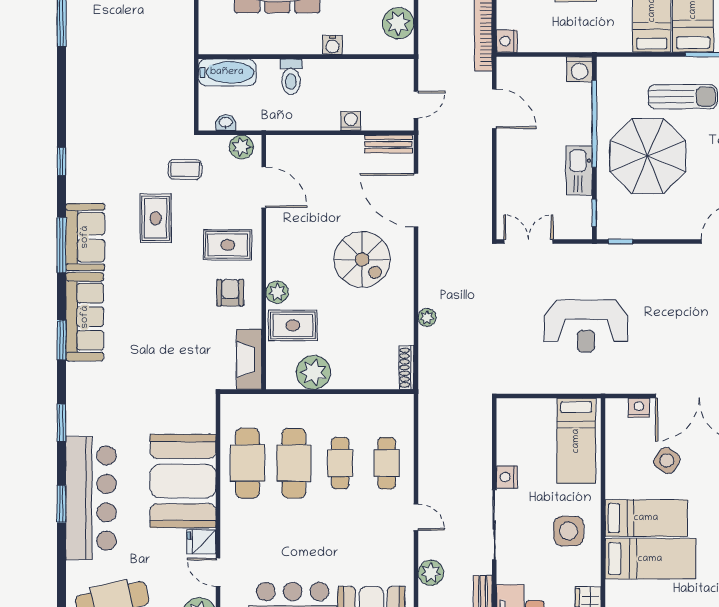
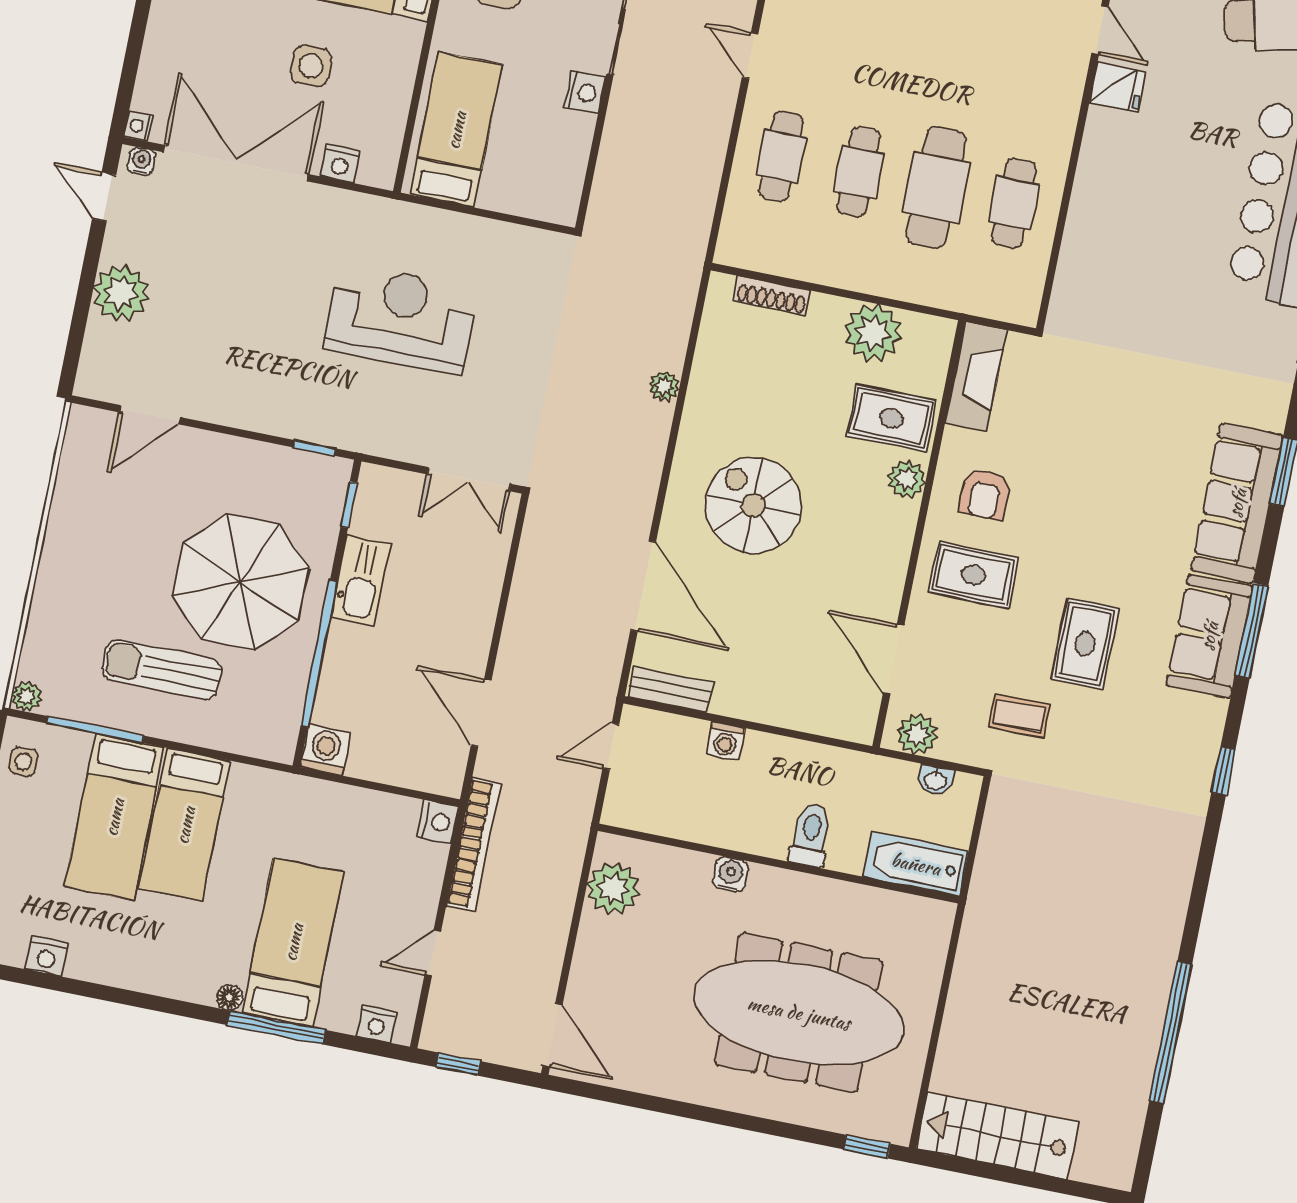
shoe rack: (406, 368) -> (772, 296), moved, turned 90
side table: (667, 461) -> (311, 66), turned -35
cafe table: (247, 463) -> (1014, 203), width x0.73, depth x0.74
booth: (183, 481) -> (1128, 195), removed

